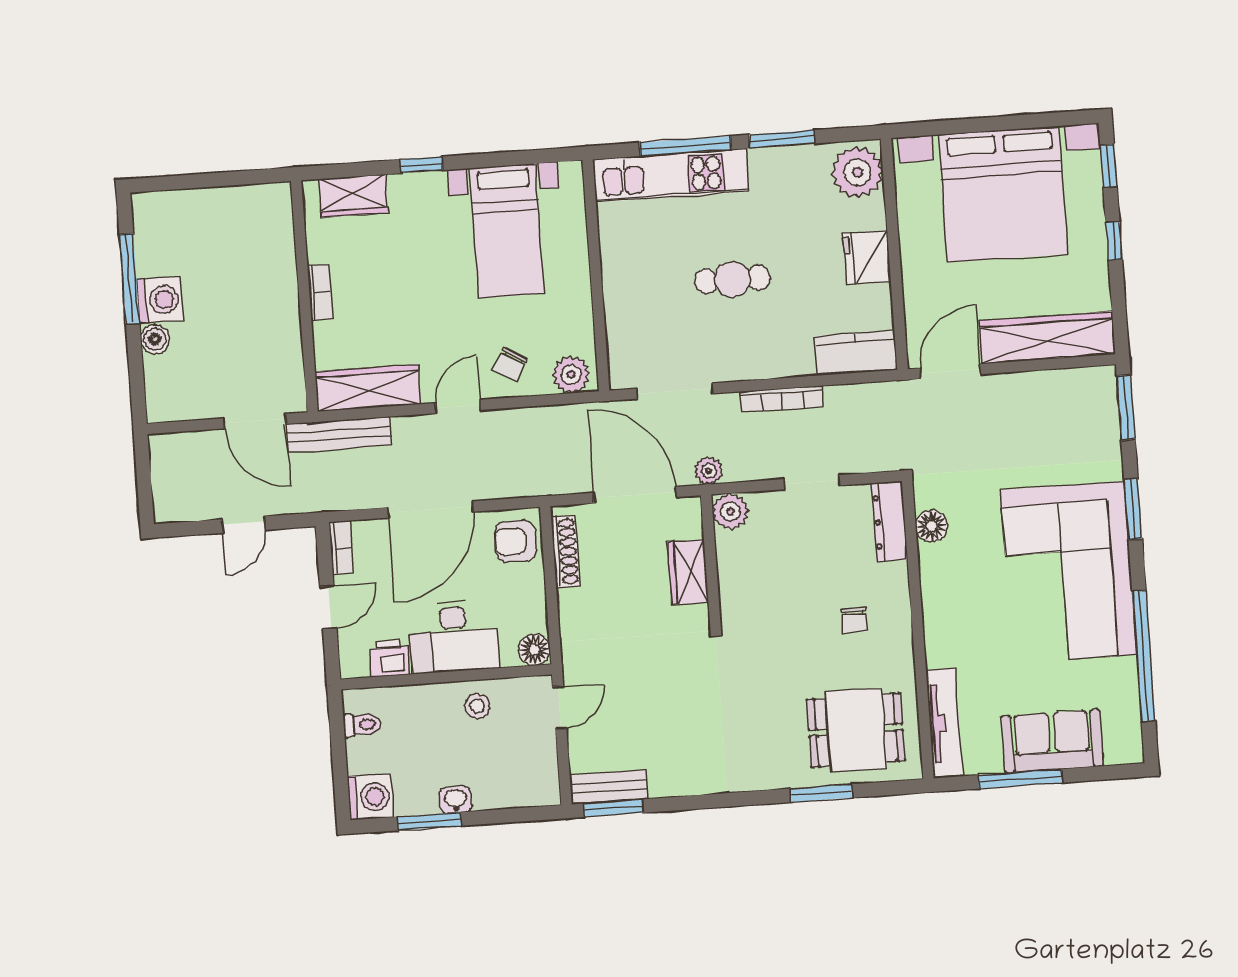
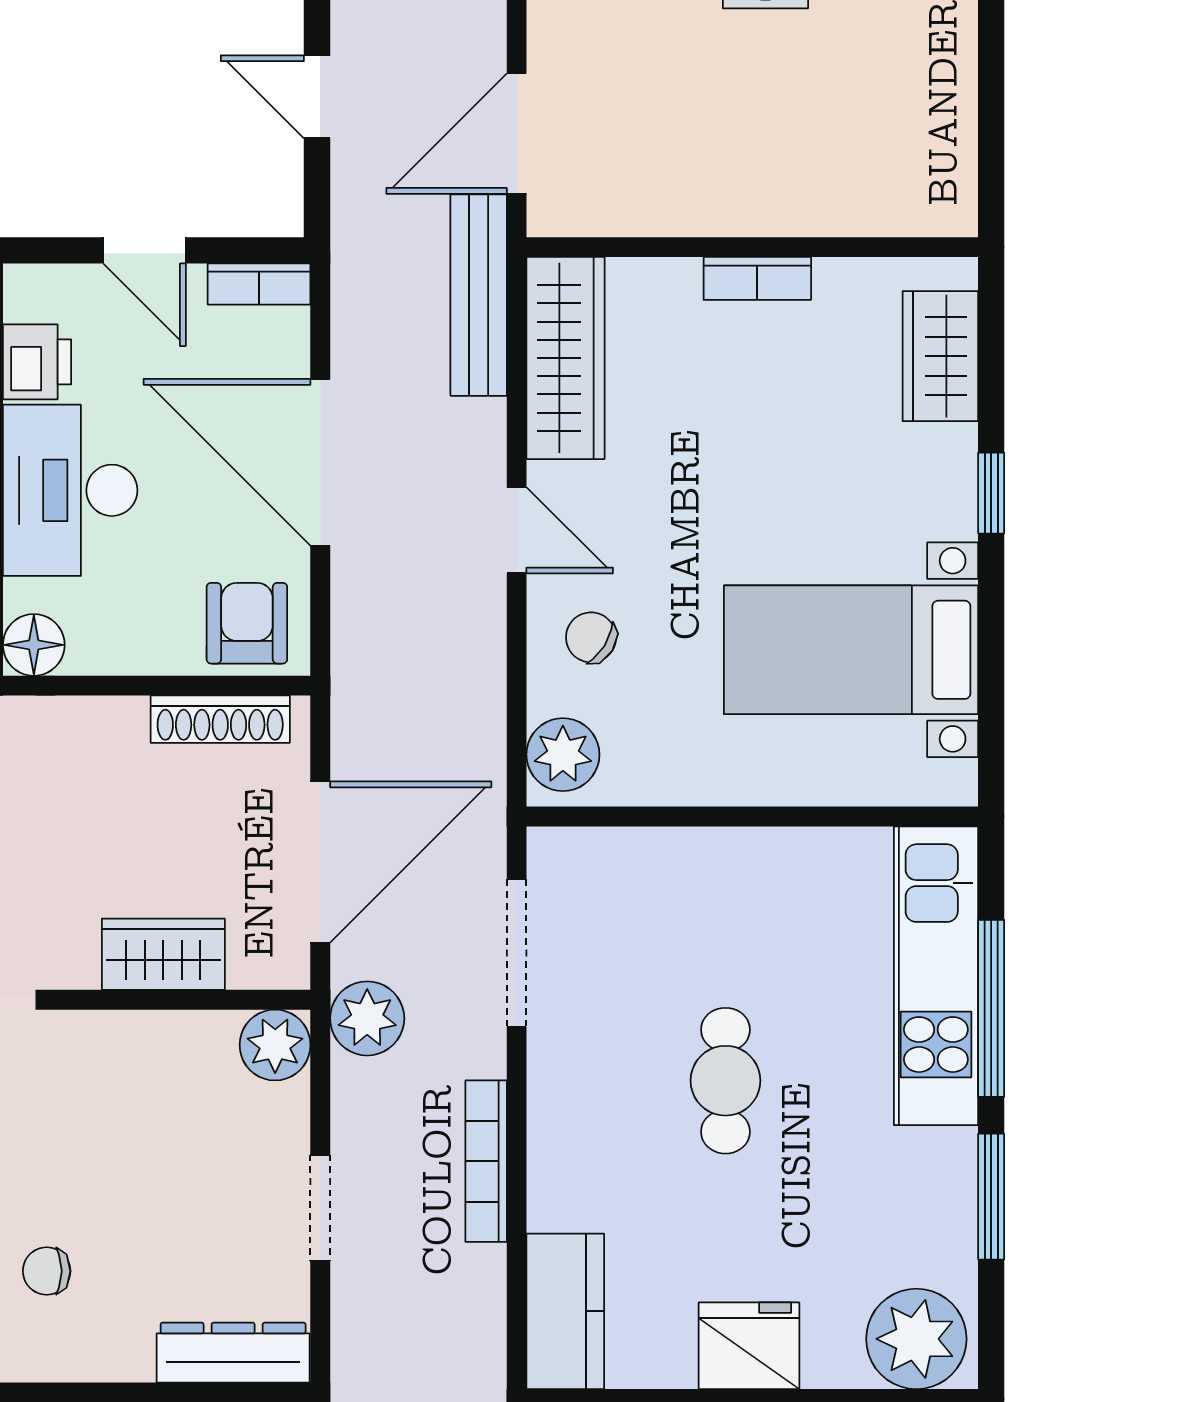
plant: (709, 471) -> (367, 1018), width x1.38, depth x1.38

